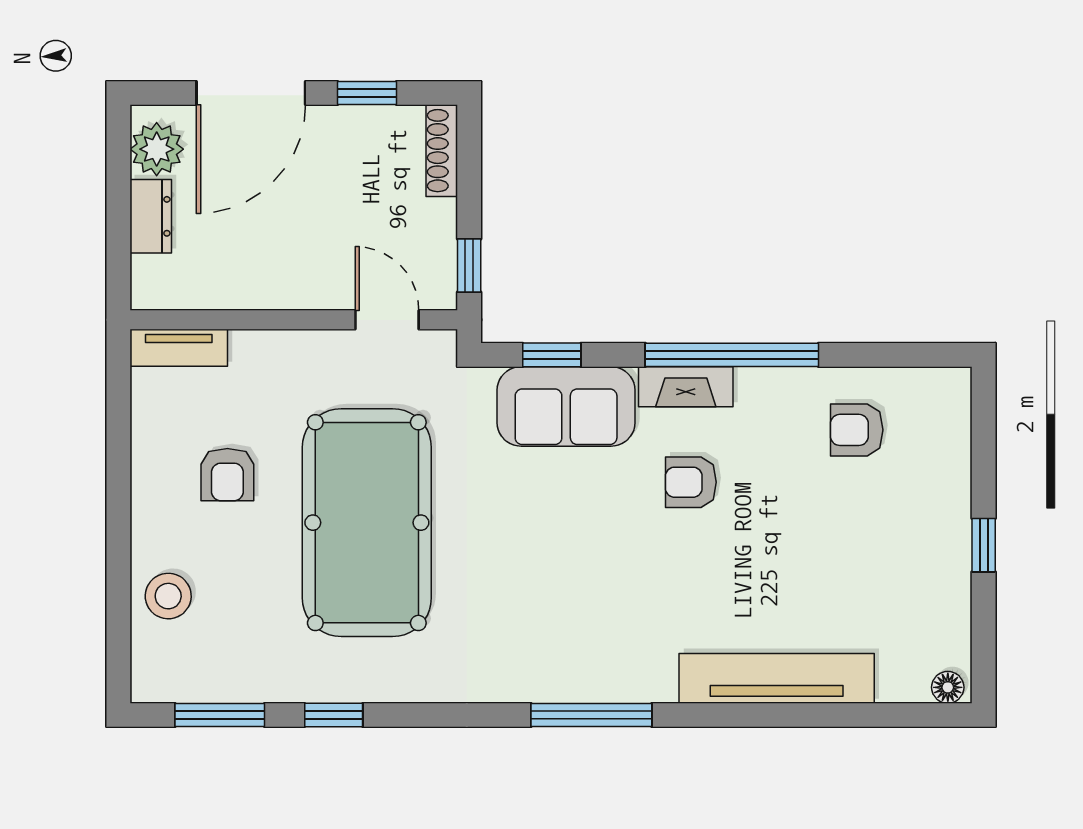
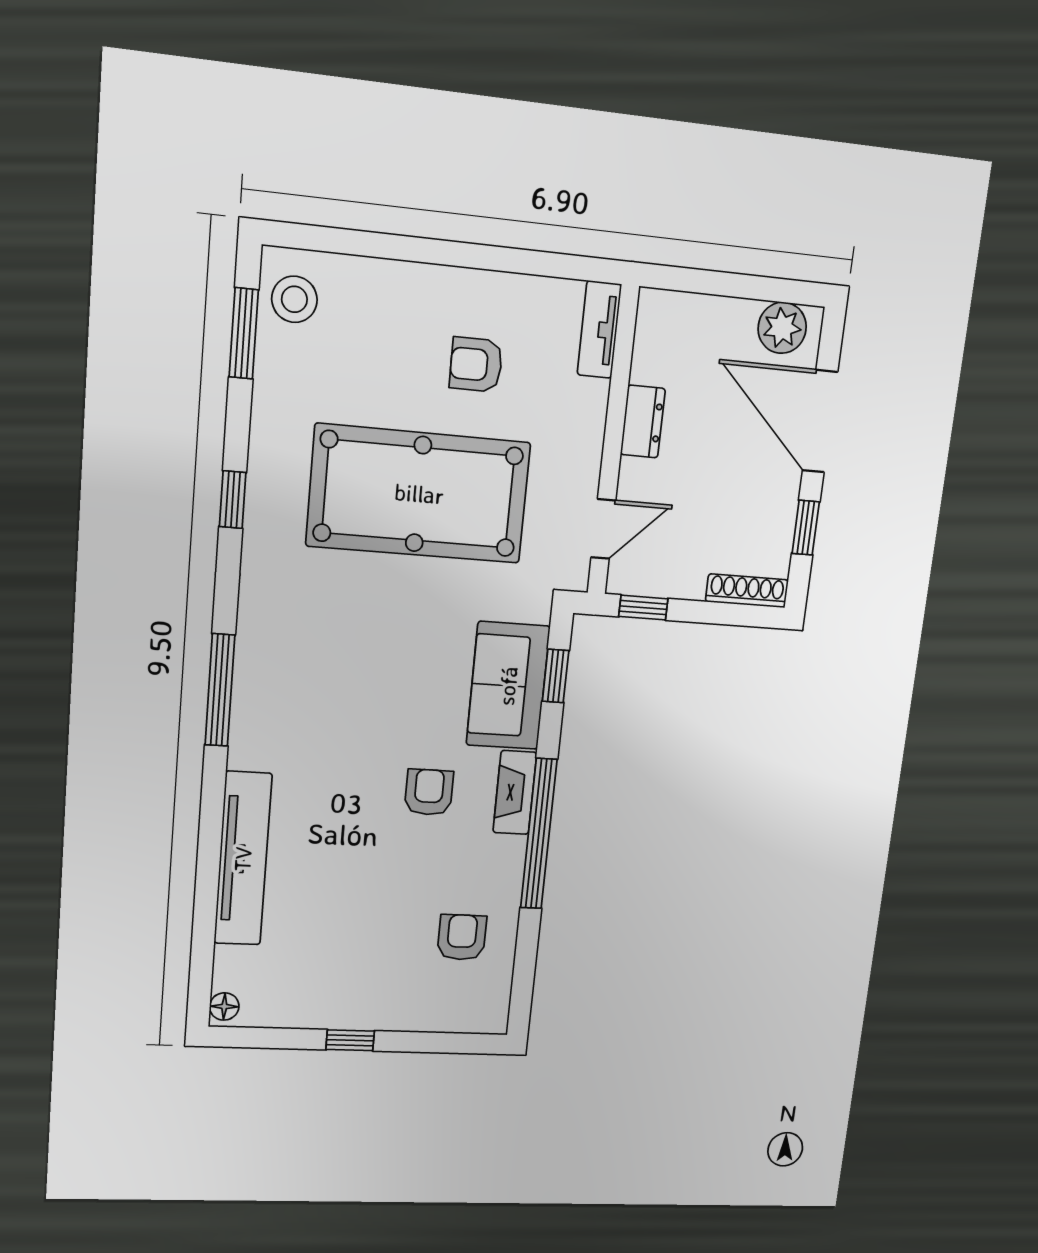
dresser: (151, 216) -> (643, 422), moved, turned -90
stool: (168, 596) -> (294, 299), moved
window: (334, 715) -> (233, 500), moved

